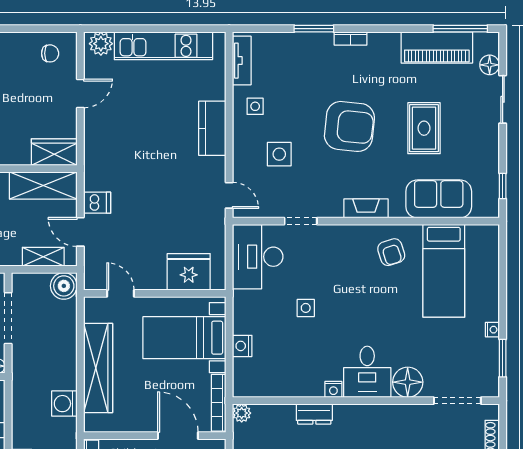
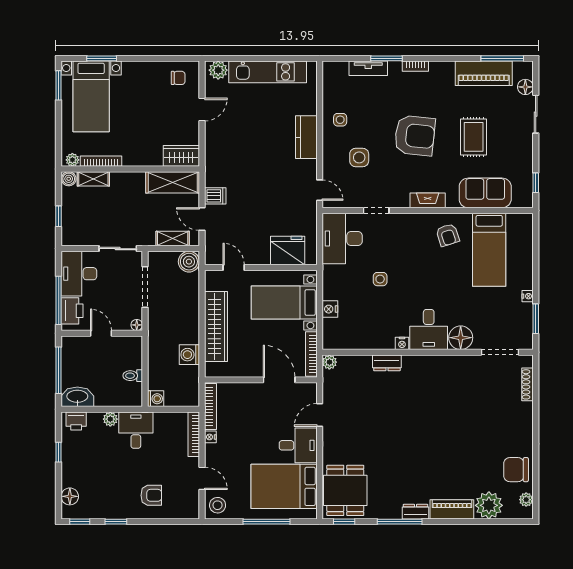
tv unit: (242, 61) -> (368, 68), moved, turned 90

